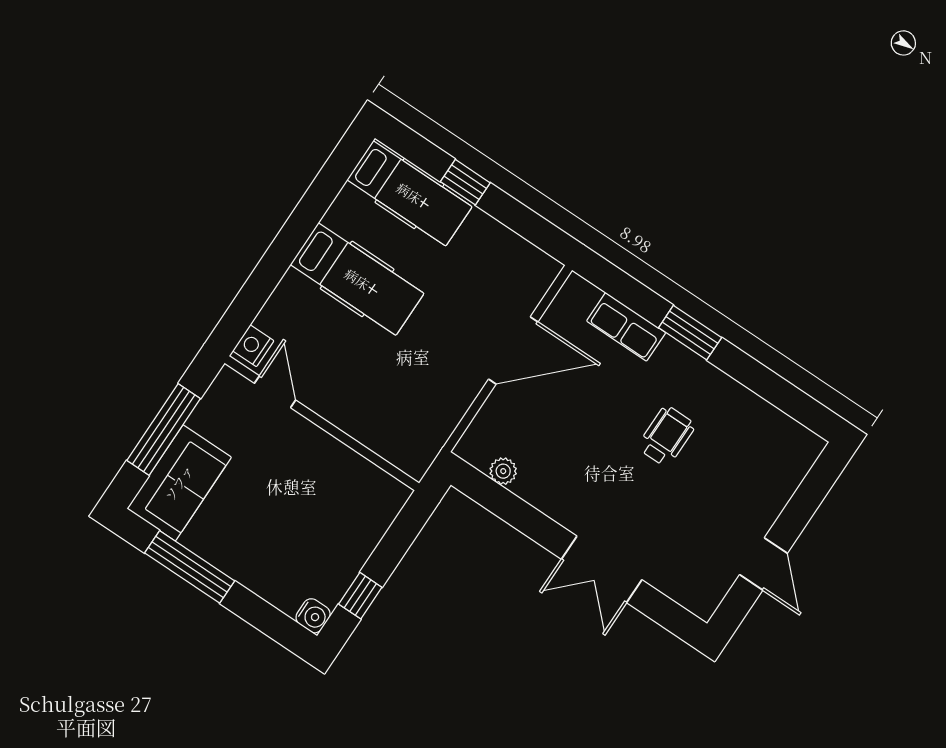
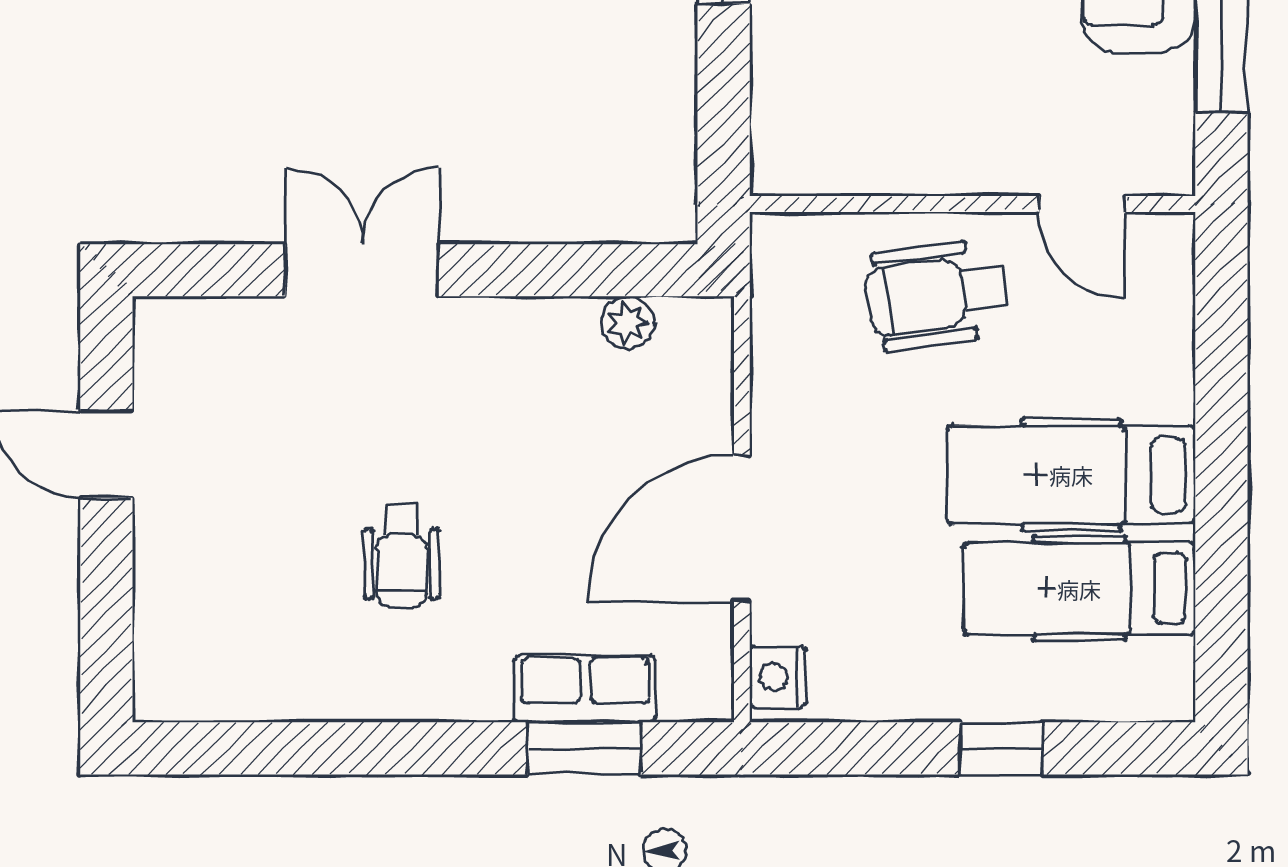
hospital bed: (409, 193) -> (1079, 589), moved
window: (690, 333) -> (584, 748), moved
nightstand: (253, 346) -> (778, 677), moved, turned 180
wheelchair: (364, 395) -> (936, 295), added

